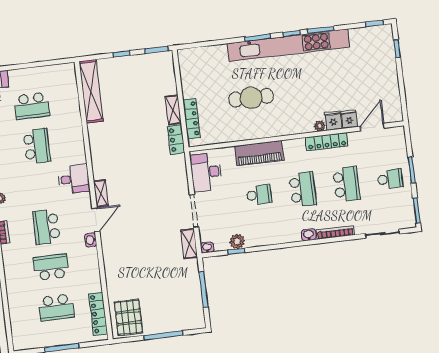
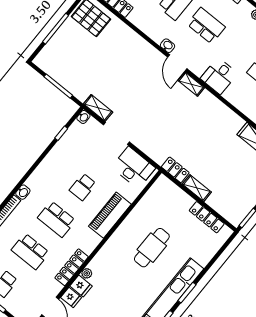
locker: (192, 119) -> (207, 217), moved
plant: (237, 241) -> (67, 141), removed

